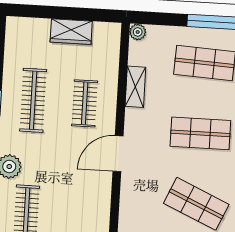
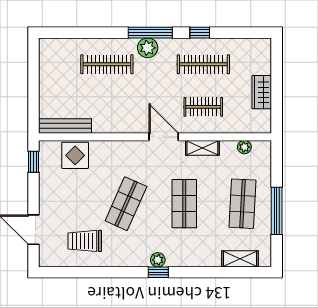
plant: (138, 32) -> (244, 147), moved
shelving: (135, 87) -> (202, 148), moved

